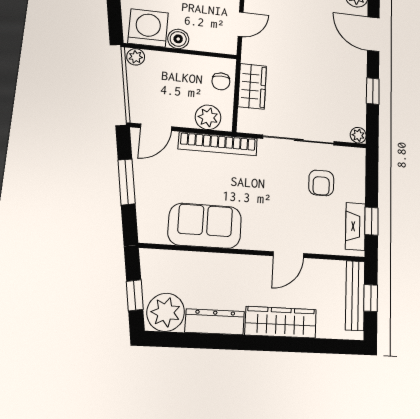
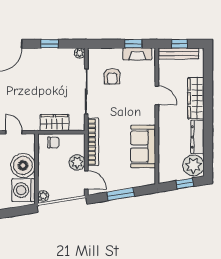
boiler: (178, 39) -> (23, 165), width x1.86, depth x1.86
plant: (208, 117) -> (77, 162), moved
armchair: (321, 183) -> (112, 76), turned 90

